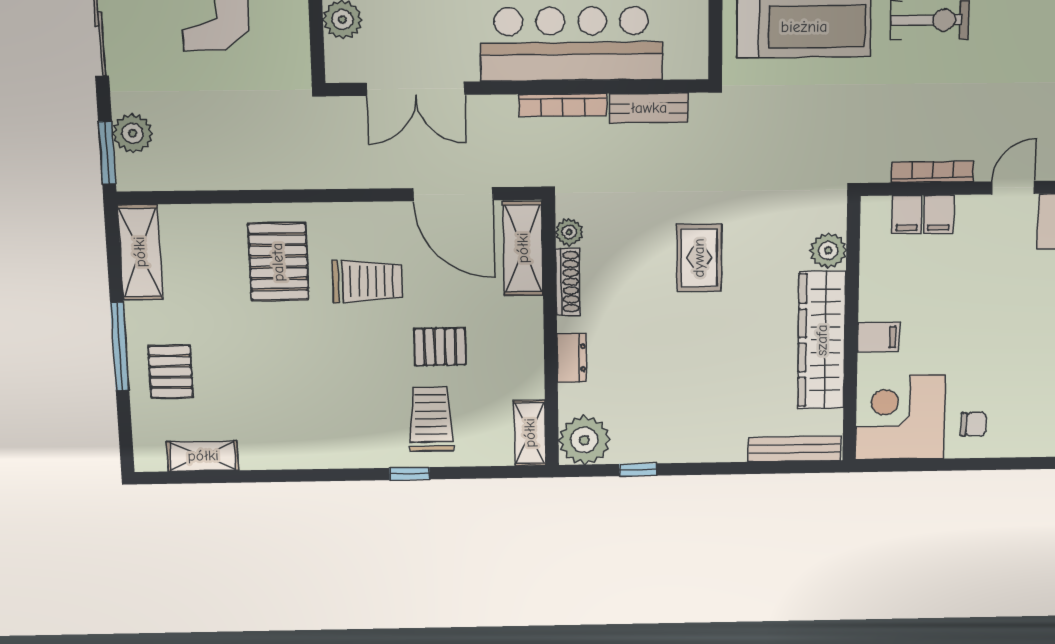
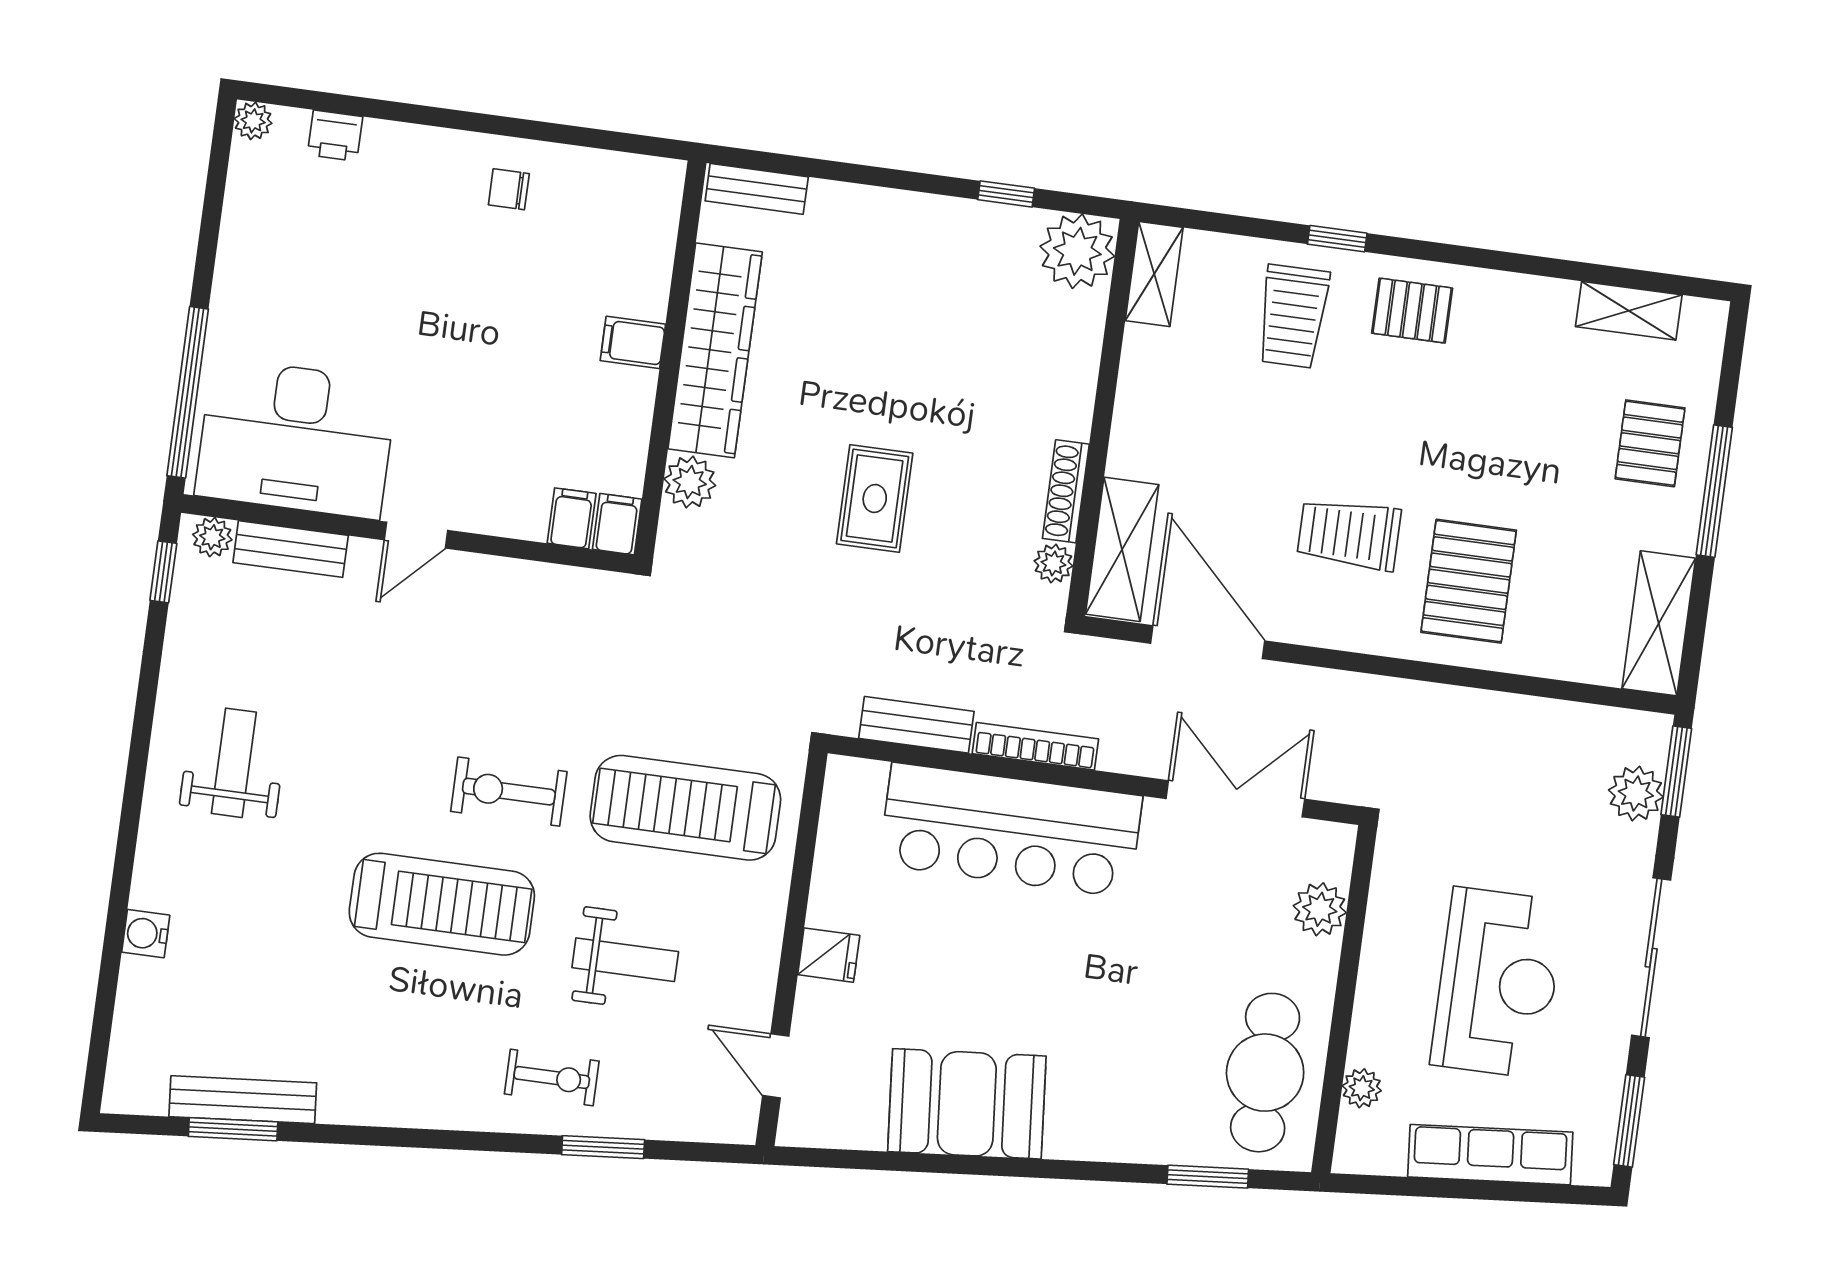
bookcase: (933, 172) -> (528, 575), removed
filing cabinet: (939, 214) -> (617, 524), moved
pallet: (440, 347) -> (1412, 311), moved
dresser: (572, 358) -> (1077, 378), removed
corner desk: (900, 417) -> (614, 216), removed
bench: (794, 449) -> (757, 189), width x0.73

